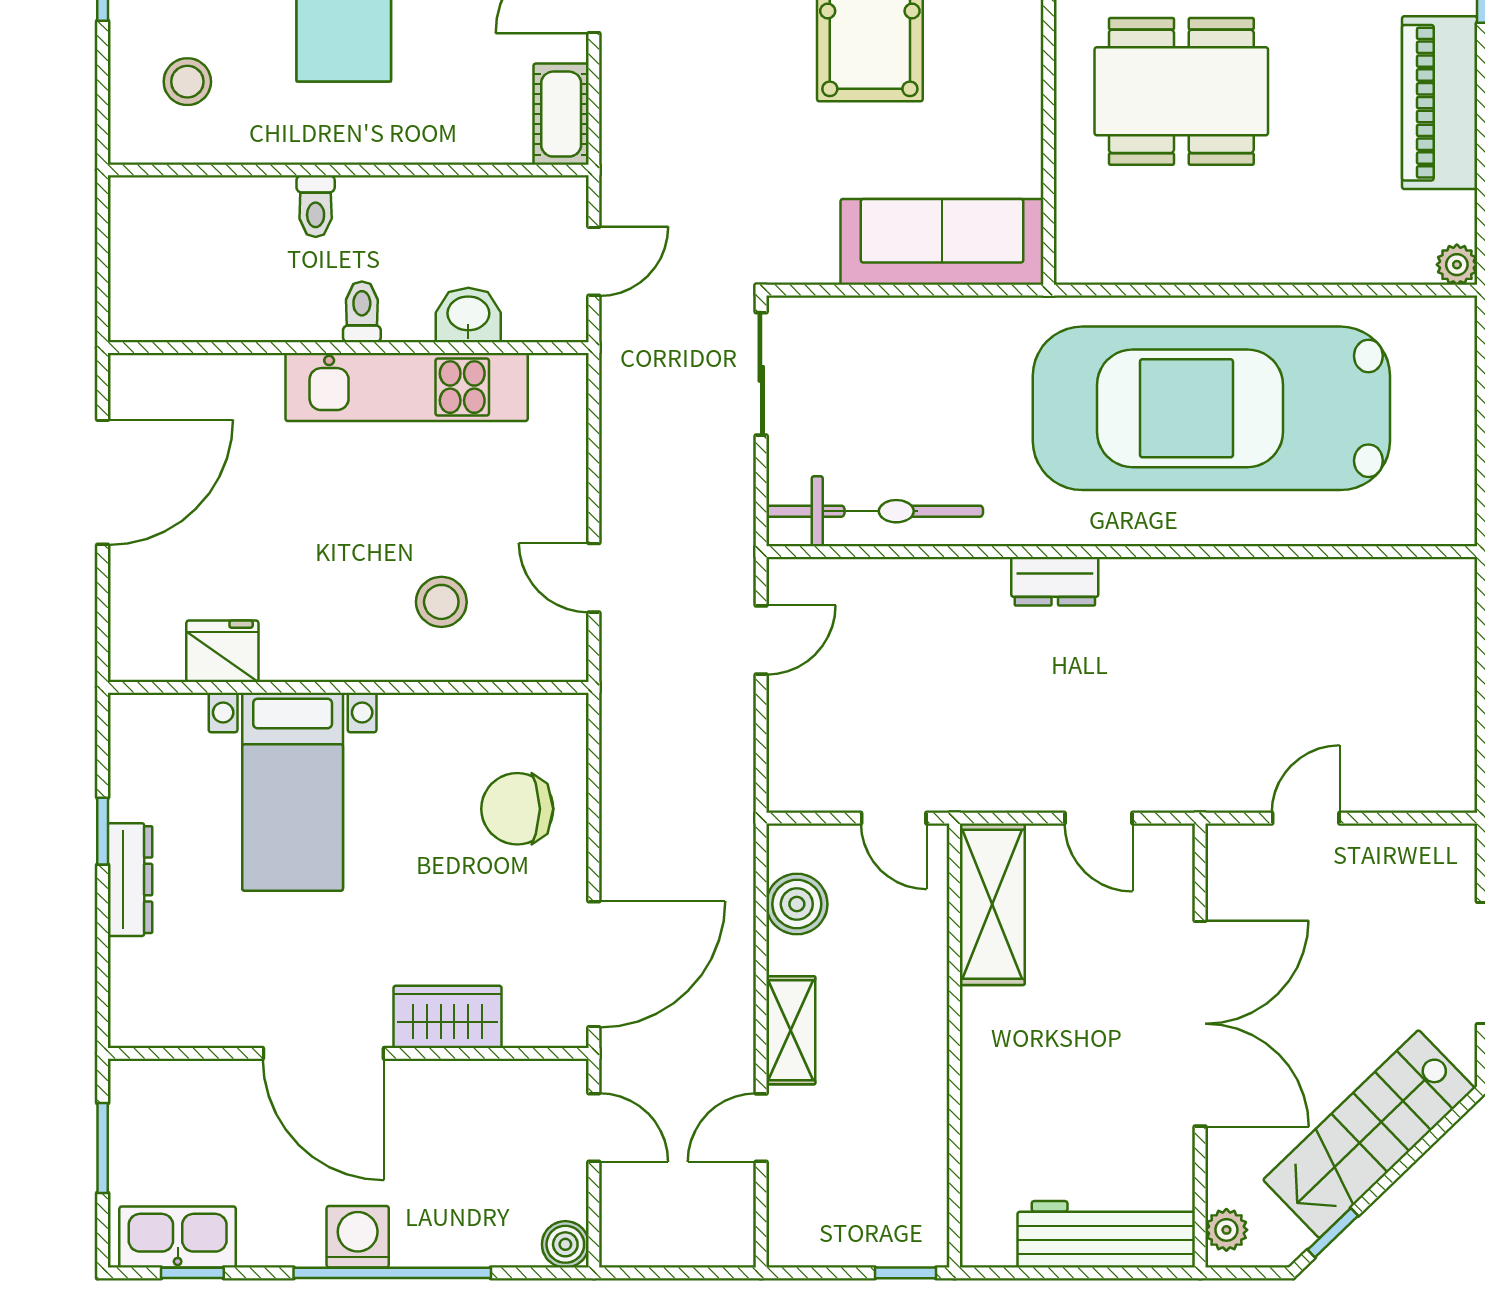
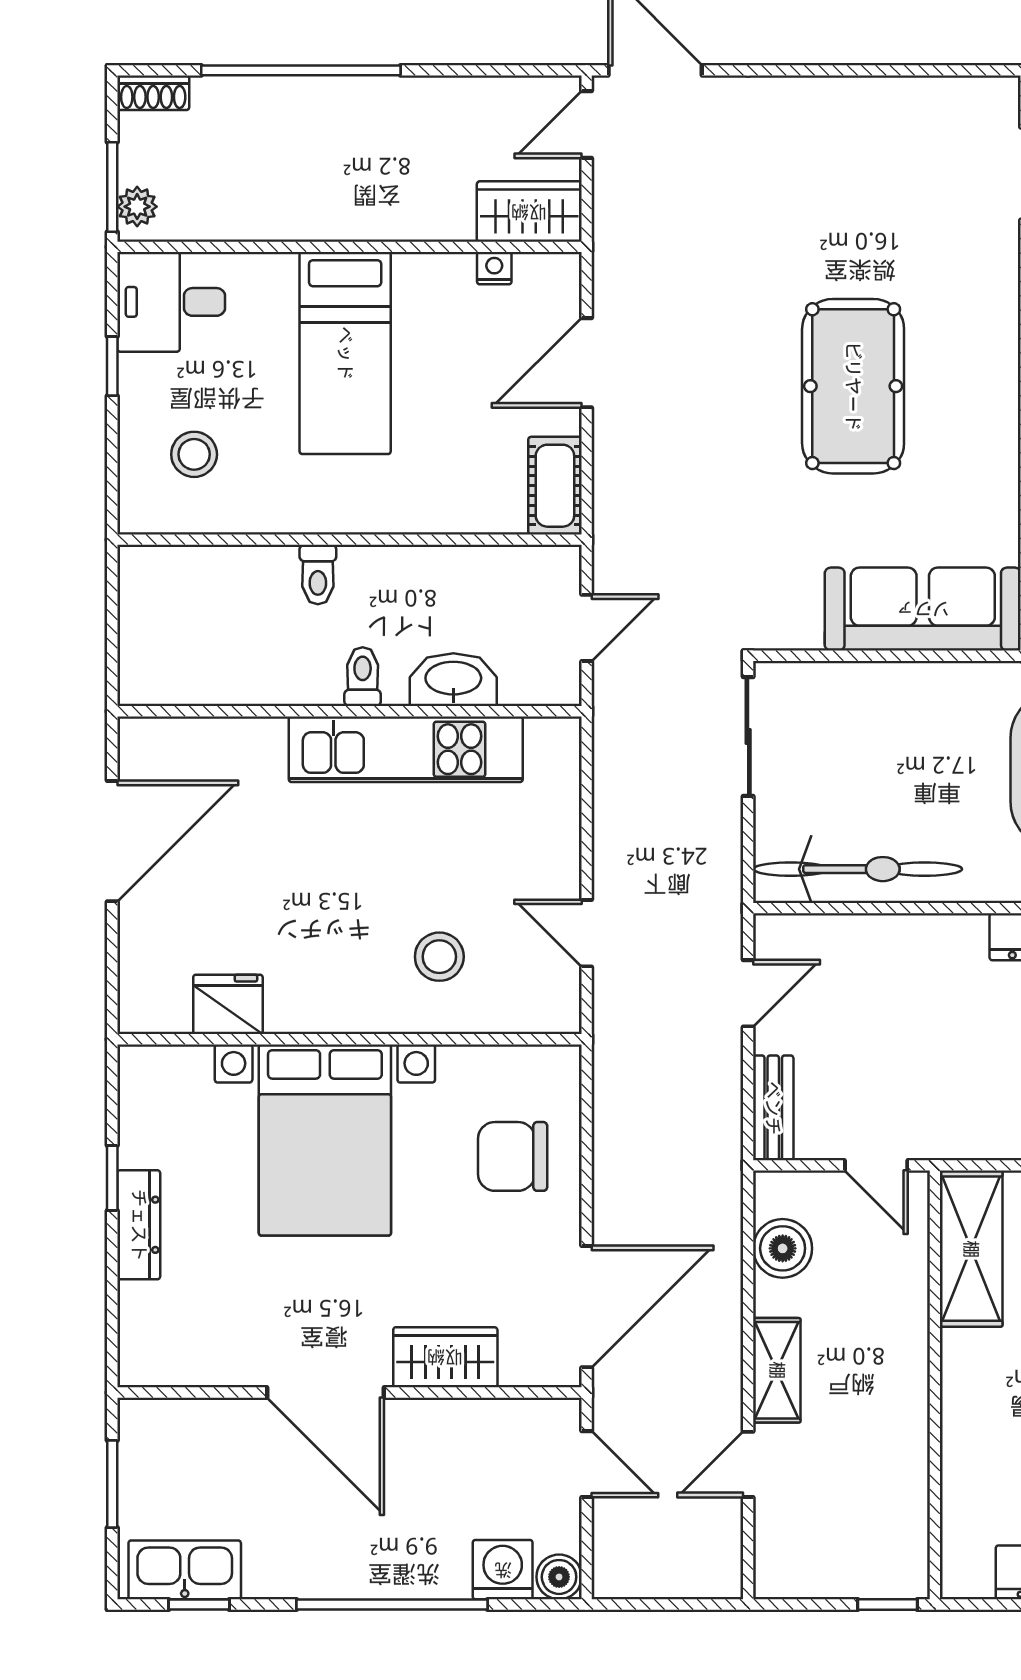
washbasin: (468, 315) -> (453, 680), width x1.38
bench: (787, 758) -> (773, 1108), added
bed with nightstands: (293, 792) -> (325, 1140), width x1.36
washing machine: (358, 1237) -> (503, 1570), moved

